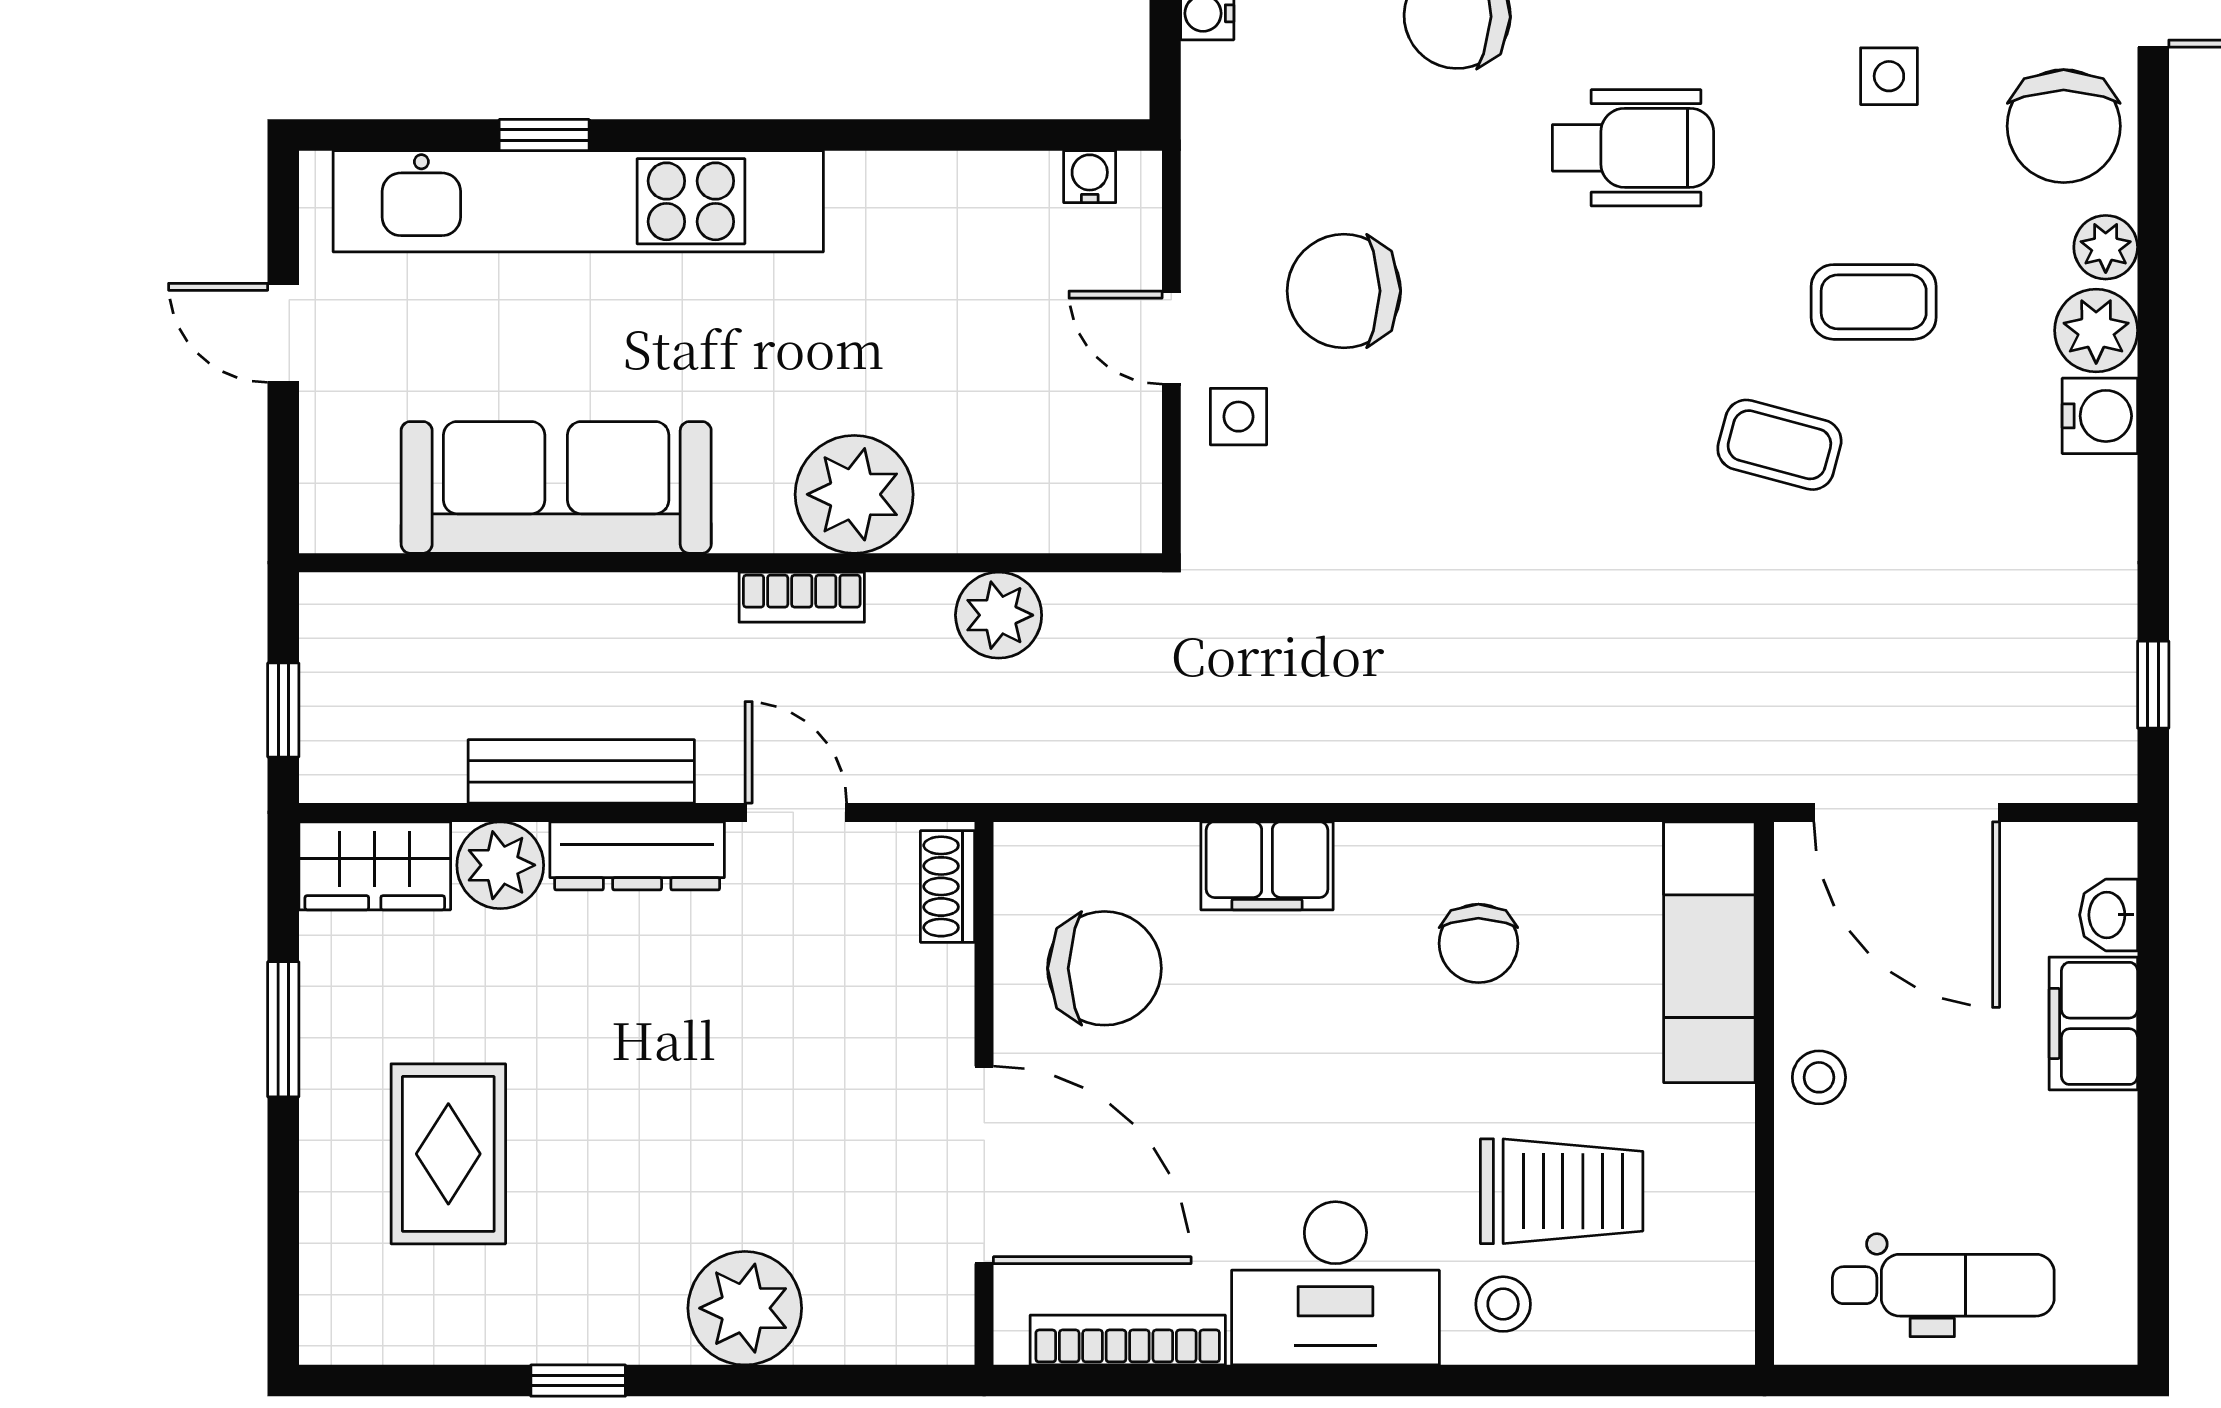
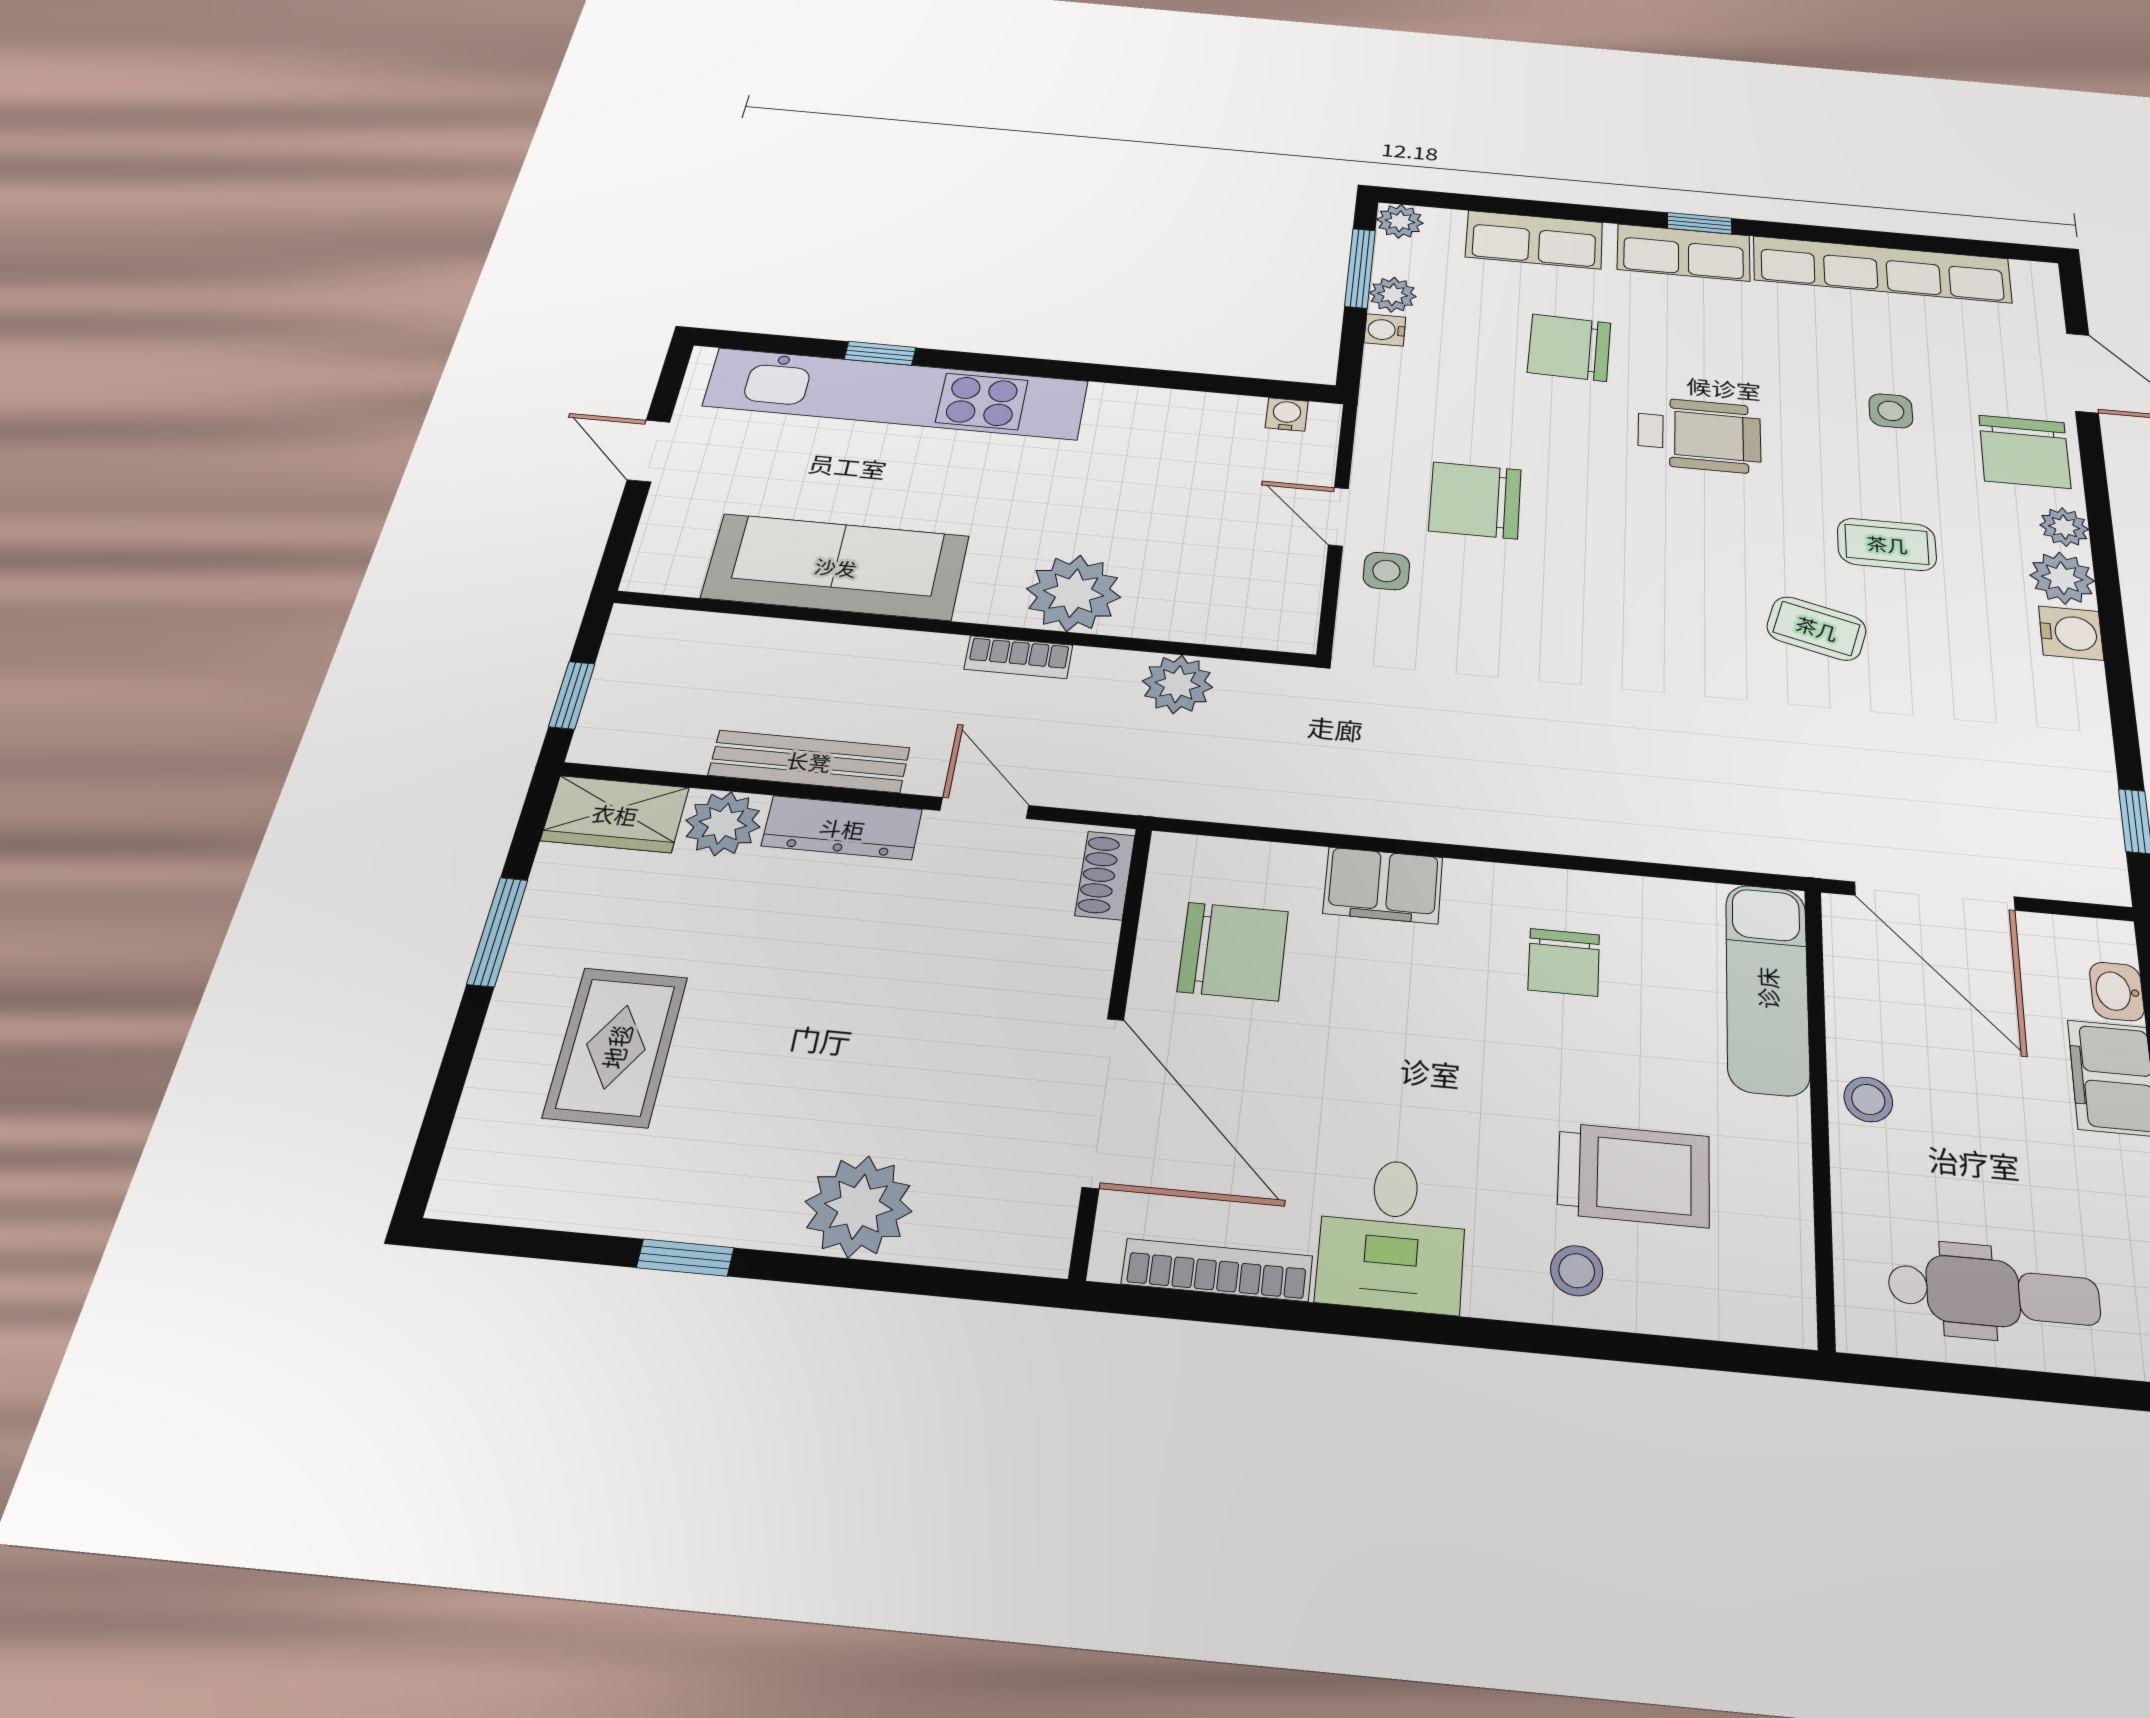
desk: (1335, 1283) -> (1392, 1234), width x0.73

